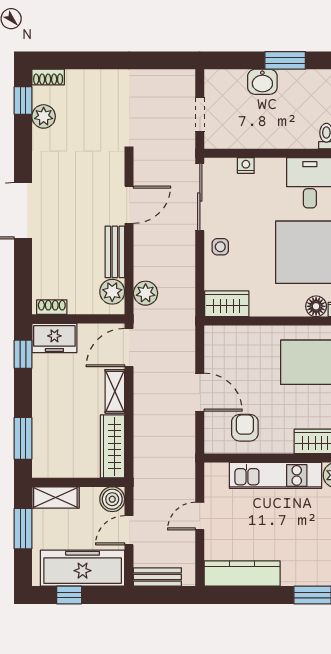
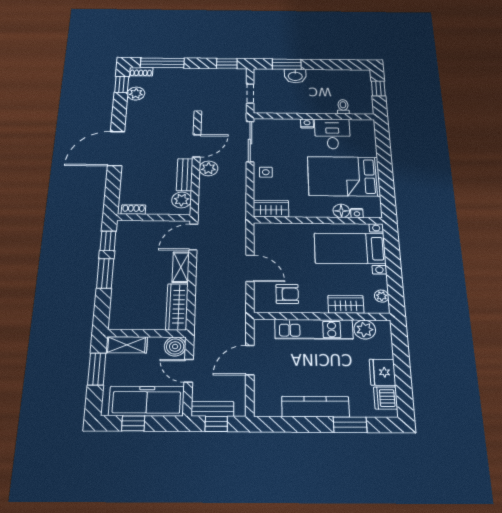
window: (77, 60) -> (162, 63), added
window: (167, 60) -> (227, 64), added
window: (285, 60) -> (287, 64), moved
nightstand: (246, 165) -> (307, 123), moved
plant: (146, 293) -> (208, 168), moved
freezer: (54, 338) -> (134, 230), removed
armchair: (245, 428) -> (287, 294), turned 90
window: (23, 438) -> (105, 273), moved
door: (200, 516) -> (250, 360), width x1.38
door: (129, 530) -> (189, 371), hinge flipped
kitchen counter: (242, 574) -> (315, 407), moved
window: (162, 595) -> (216, 424), added

